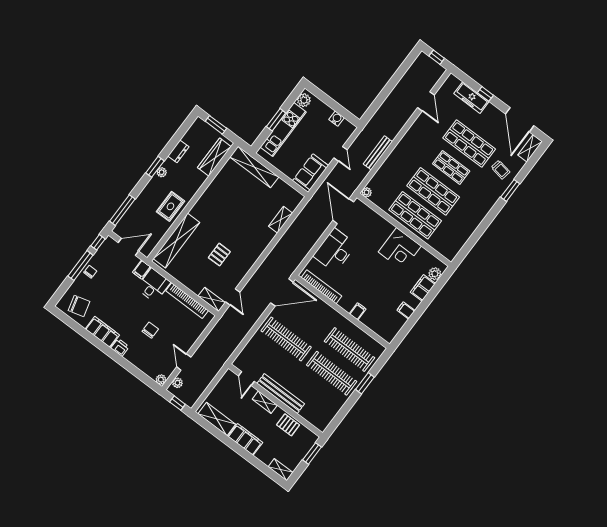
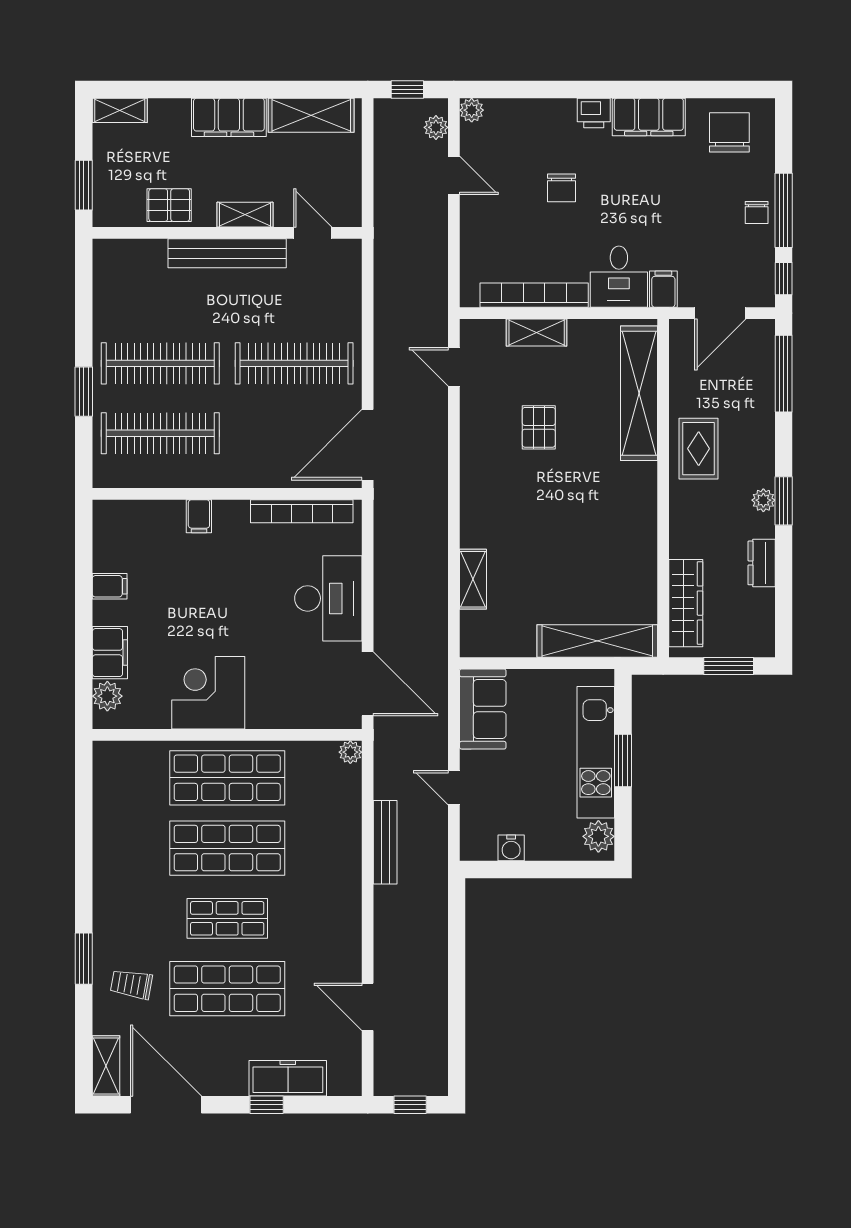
shelving: (212, 299) -> (537, 332), moved
chair: (79, 306) -> (729, 132), turned 105

